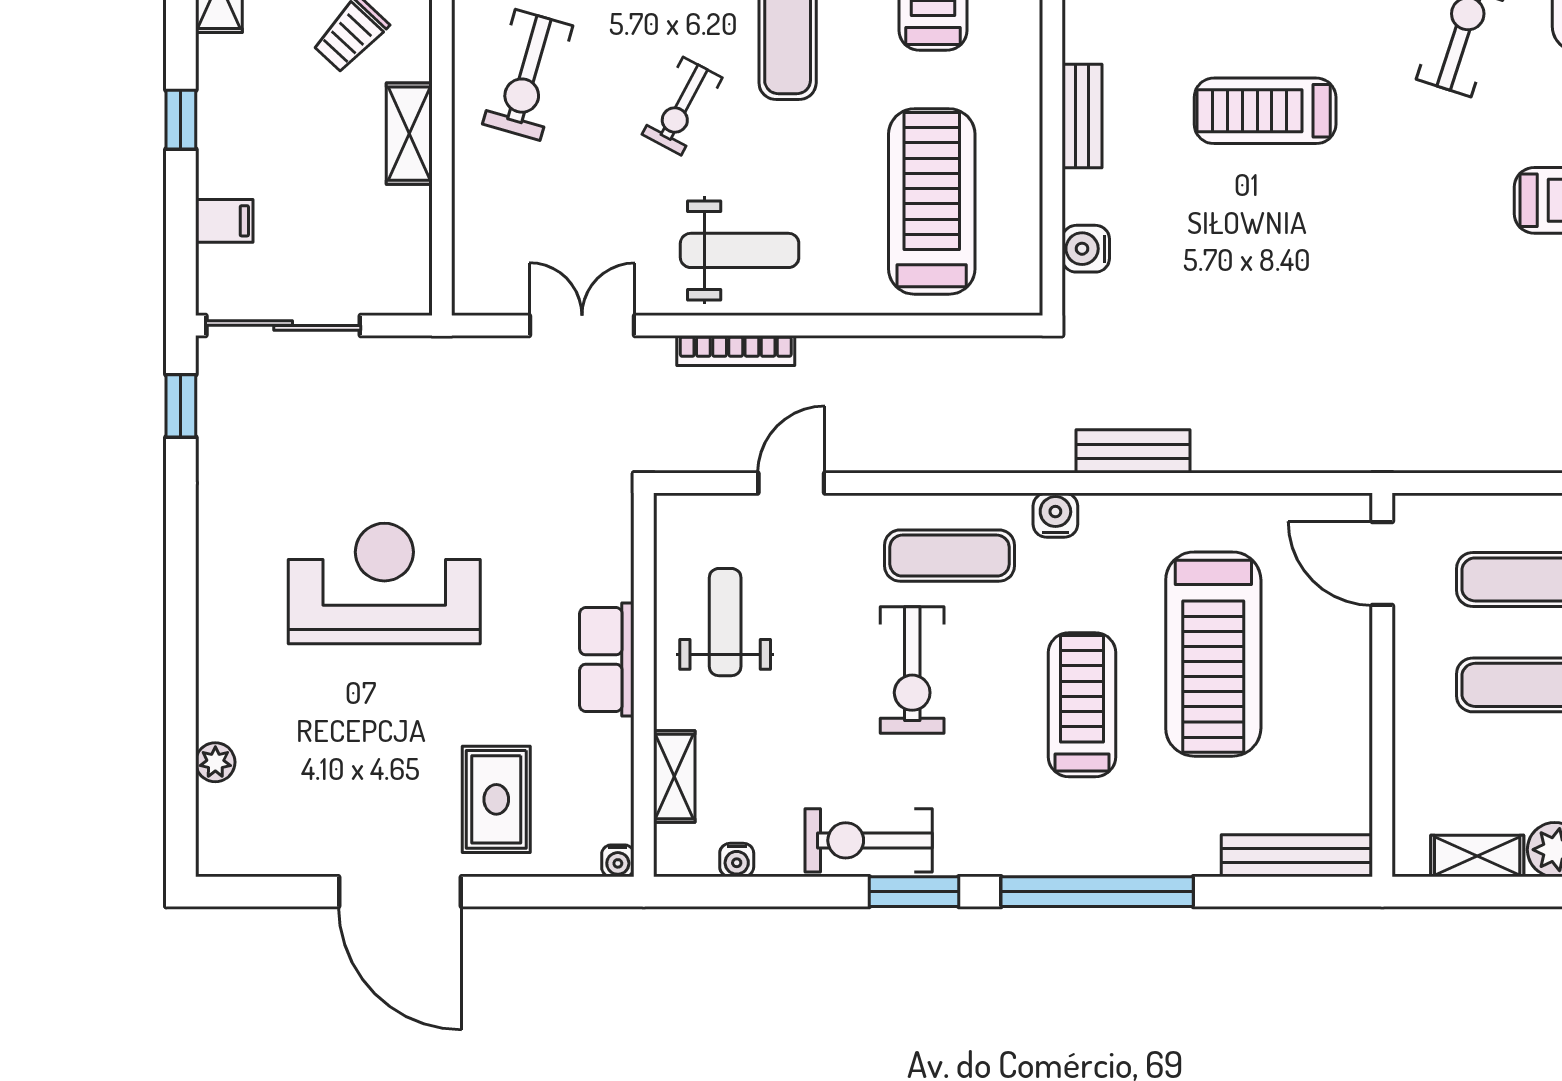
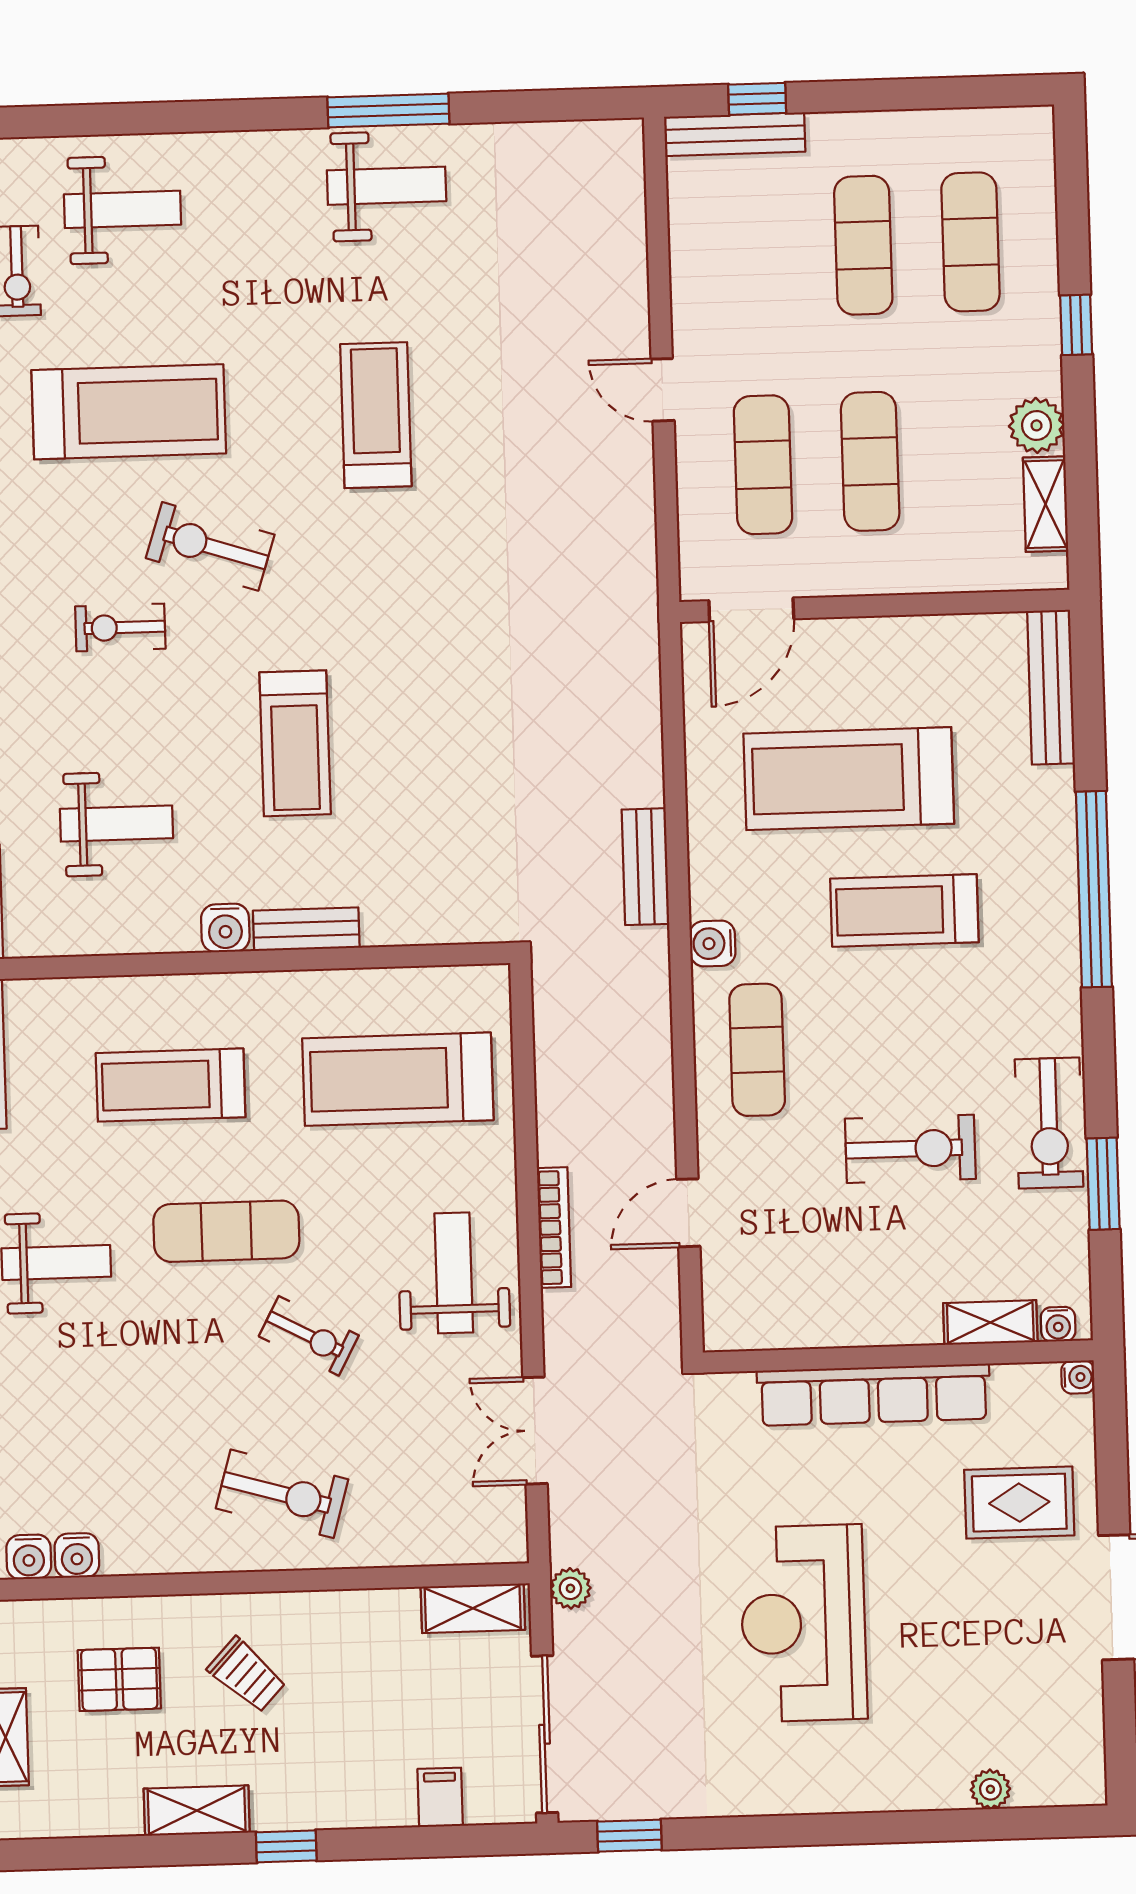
window: (181, 120) -> (286, 1846), moved
shelving: (409, 134) -> (473, 1608), moved
water cooler: (1086, 249) -> (225, 928), moved
bookcase: (736, 350) -> (554, 1228), moved
plant: (426, 355) -> (570, 1588), added
door: (791, 483) -> (688, 1213), hinge flipped
weight bench: (725, 622) -> (832, 1276), removed
treadmill: (1213, 654) -> (849, 779), turned 180
row of seats: (607, 660) -> (874, 1395), width x2.02
exercise bike: (912, 670) -> (910, 1149), moved
water cooler: (737, 860) -> (1058, 1324), moved, turned 90
window: (914, 892) -> (1103, 1184), moved

